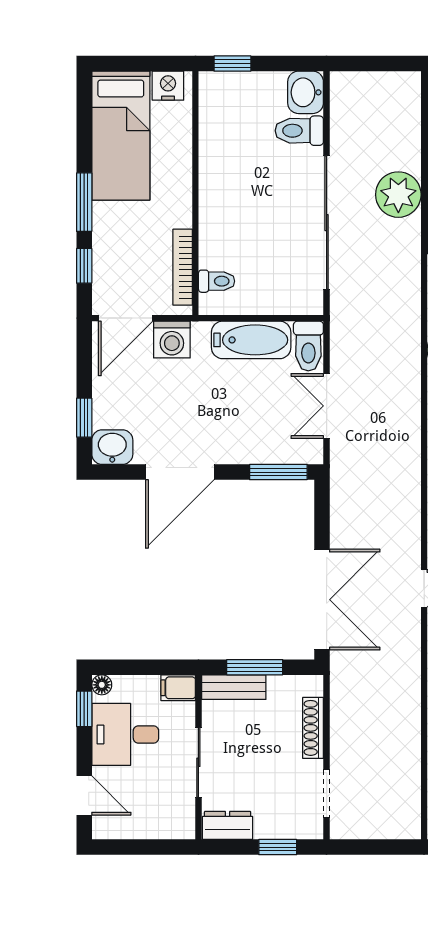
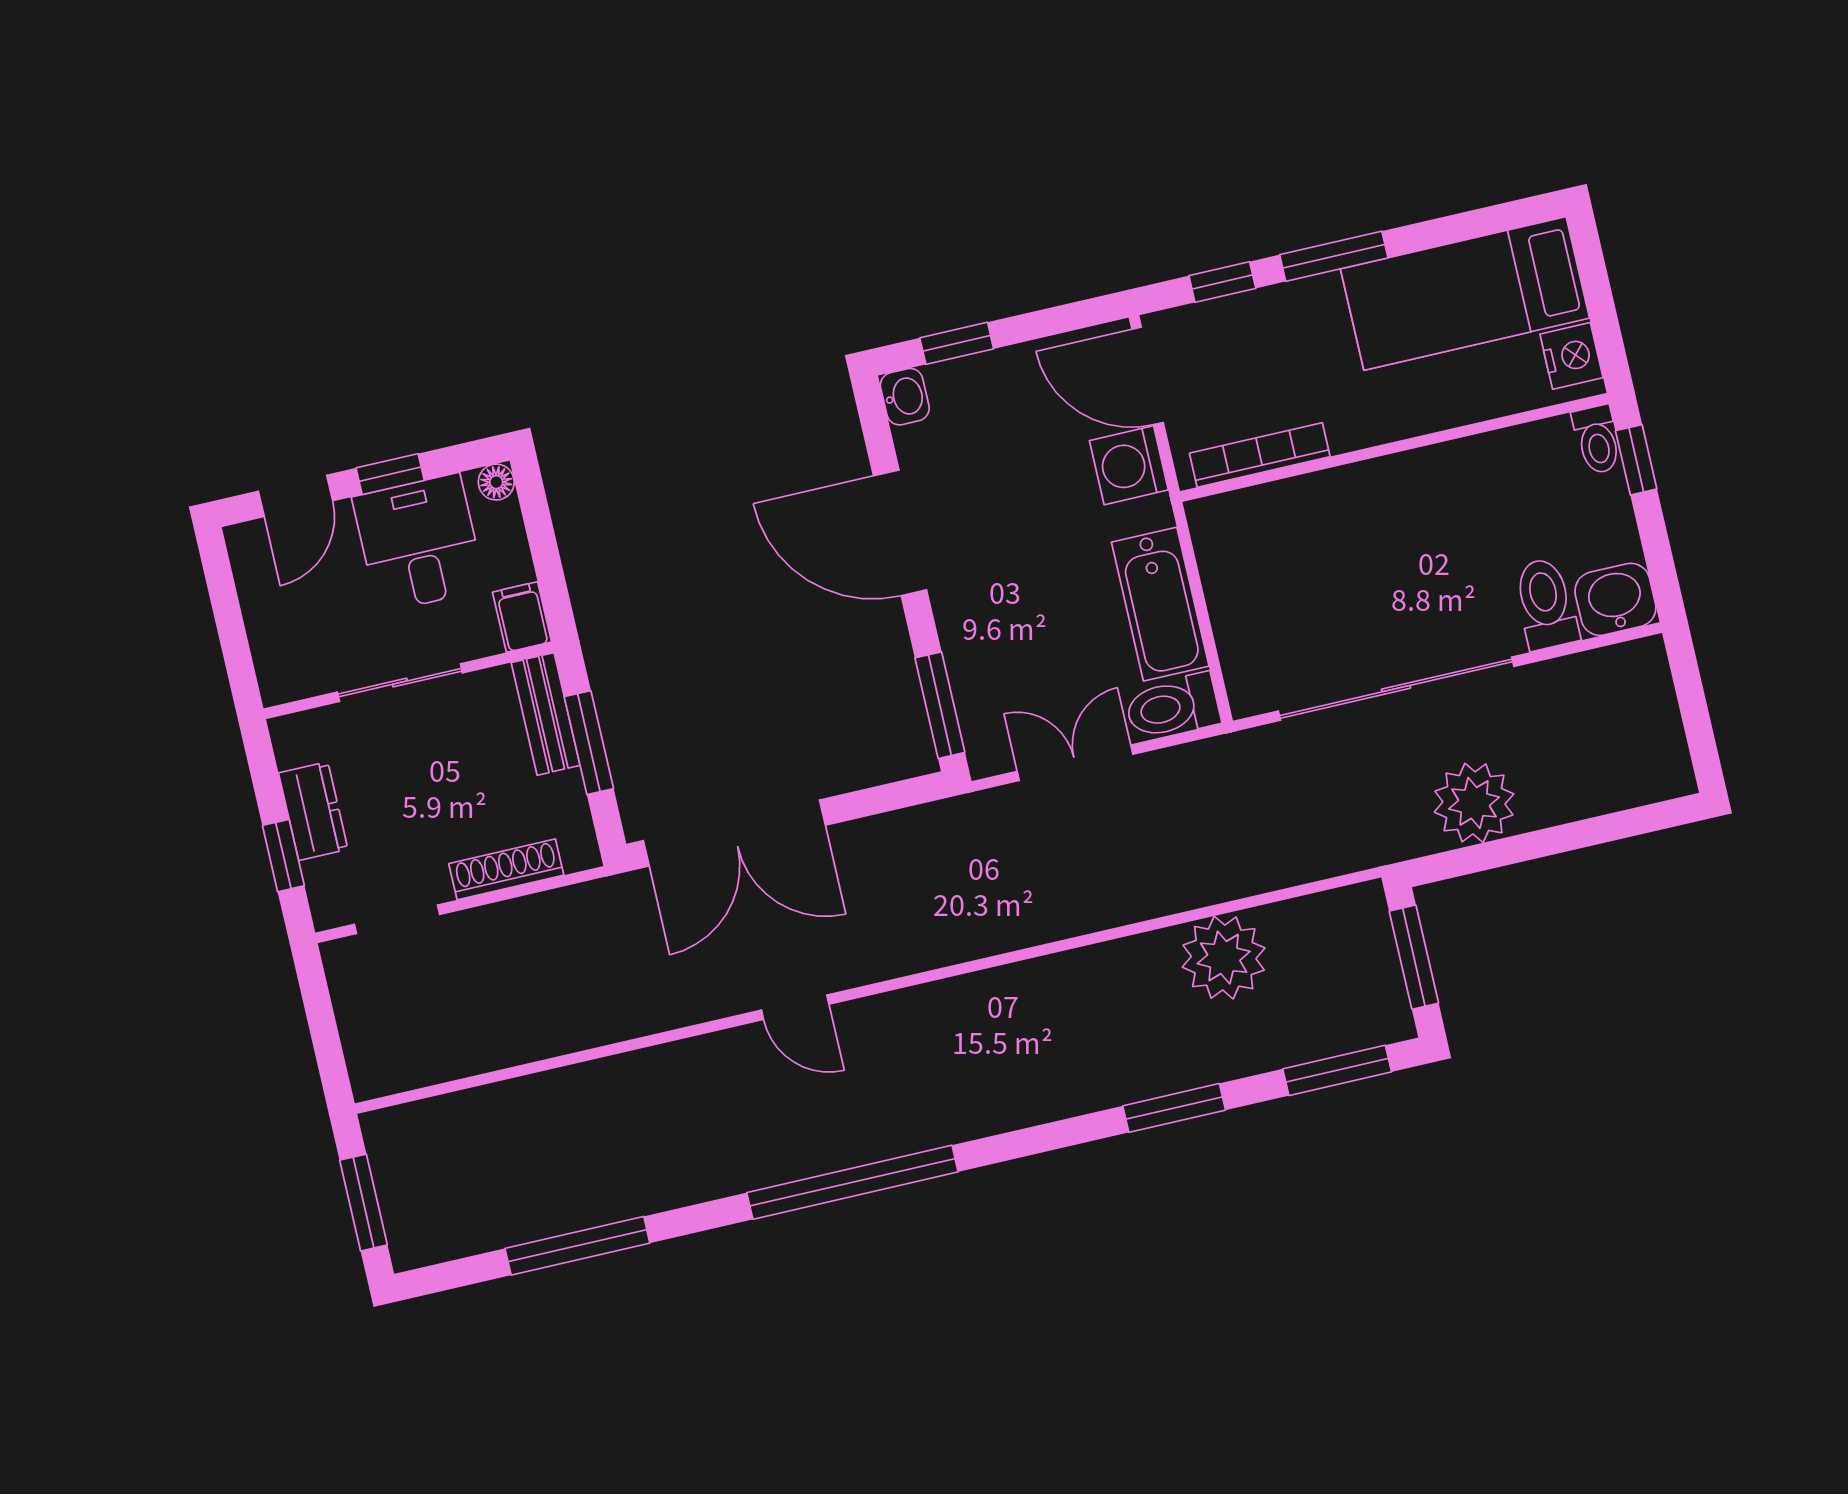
toilet: (217, 281) -> (1597, 440), moved
washbasin: (112, 447) -> (905, 397), width x0.72, depth x0.69
window: (84, 709) -> (390, 474), moved
dresser: (228, 825) -> (313, 811), moved

